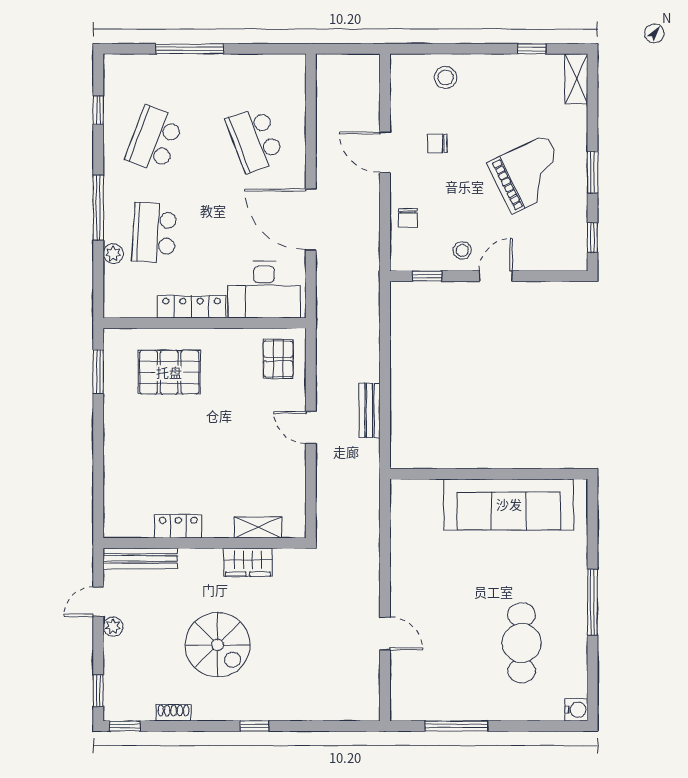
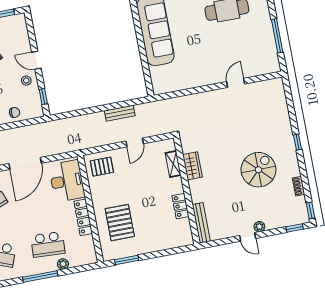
locker: (178, 526) -> (180, 206), moved
shelving: (258, 527) -> (173, 164), moved
wall: (205, 543) -> (187, 191), moved
bench: (140, 558) -> (201, 223), moved
wardrobe: (248, 562) -> (192, 166), moved

